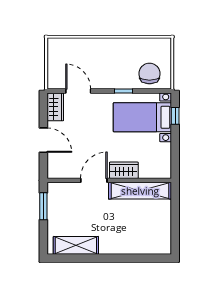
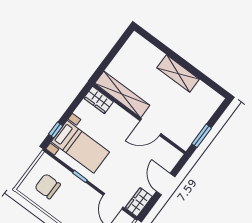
chair: (149, 74) -> (48, 186), moved, turned 90
wardrobe: (124, 170) -> (99, 100), moved
shelving: (76, 245) -> (178, 74), moved

